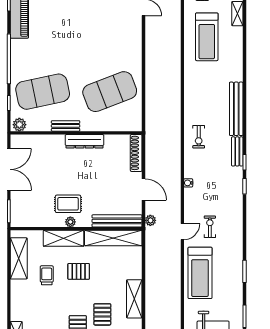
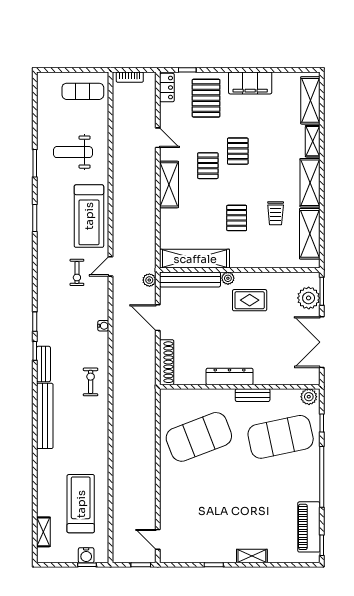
plant: (20, 206) -> (309, 298), added
plant: (70, 222) -> (228, 278), moved
shelving: (63, 238) -> (310, 183), moved, turned 90
pallet: (79, 271) -> (237, 218), turned 90
treadmill: (200, 273) -> (89, 216), turned 180

